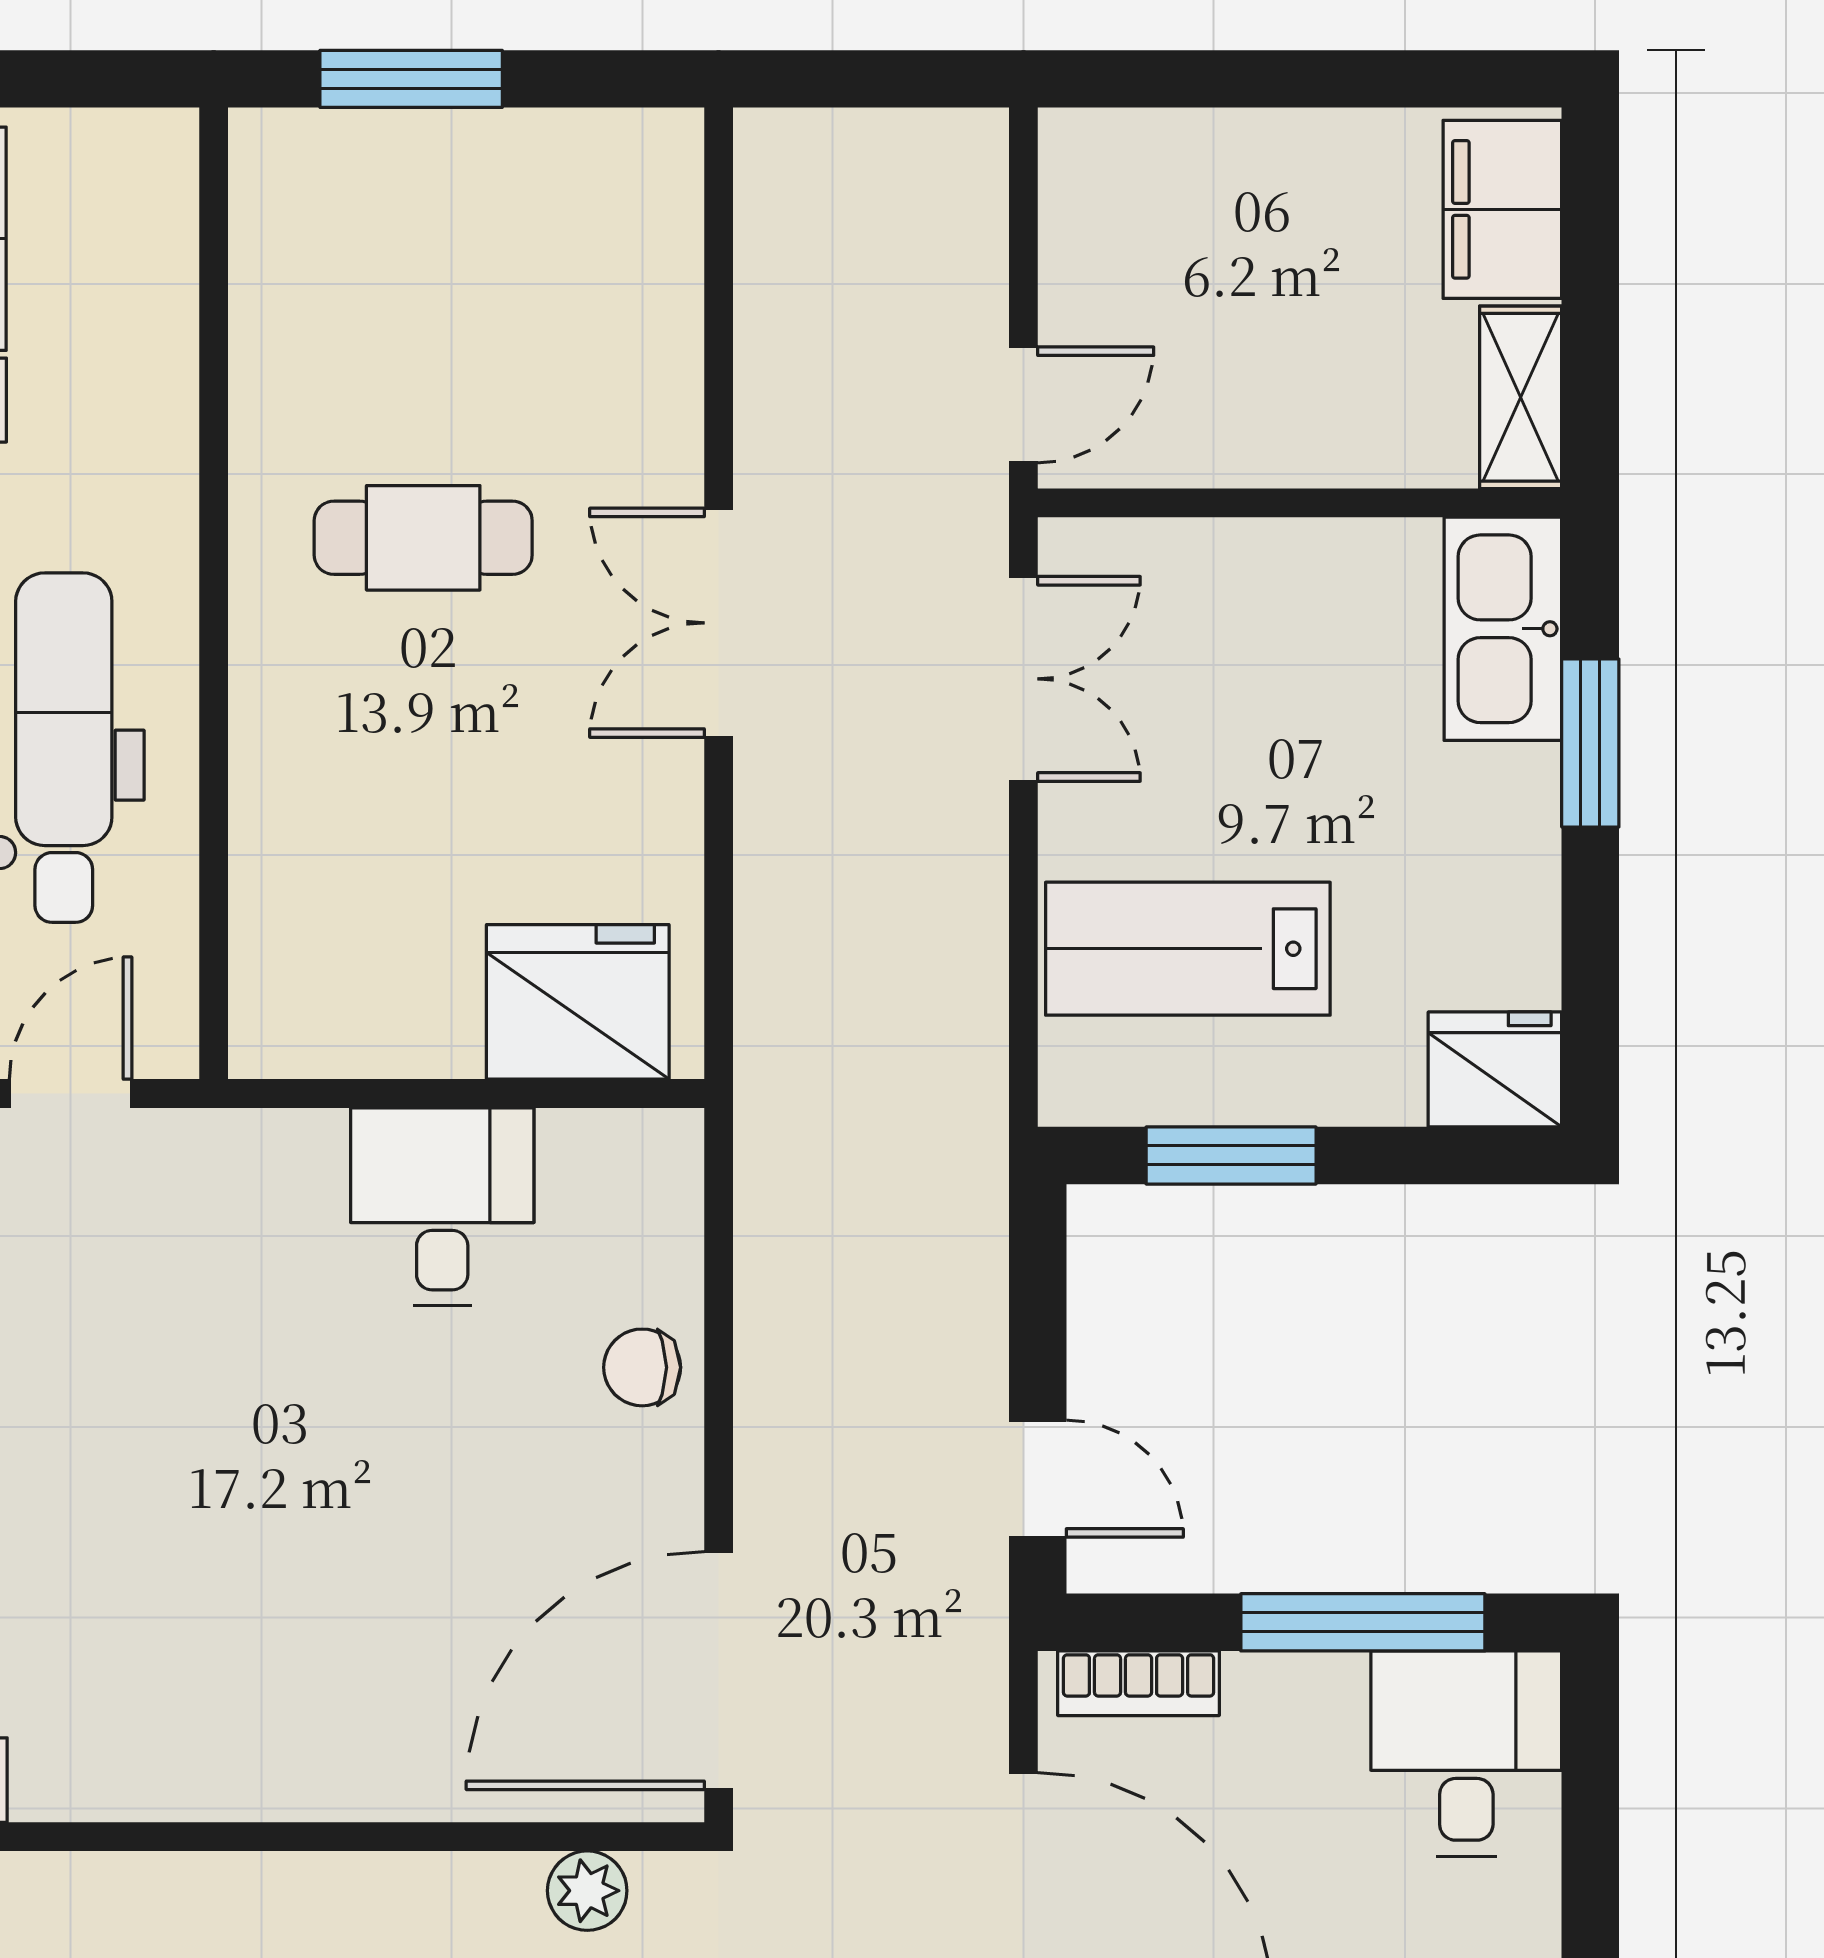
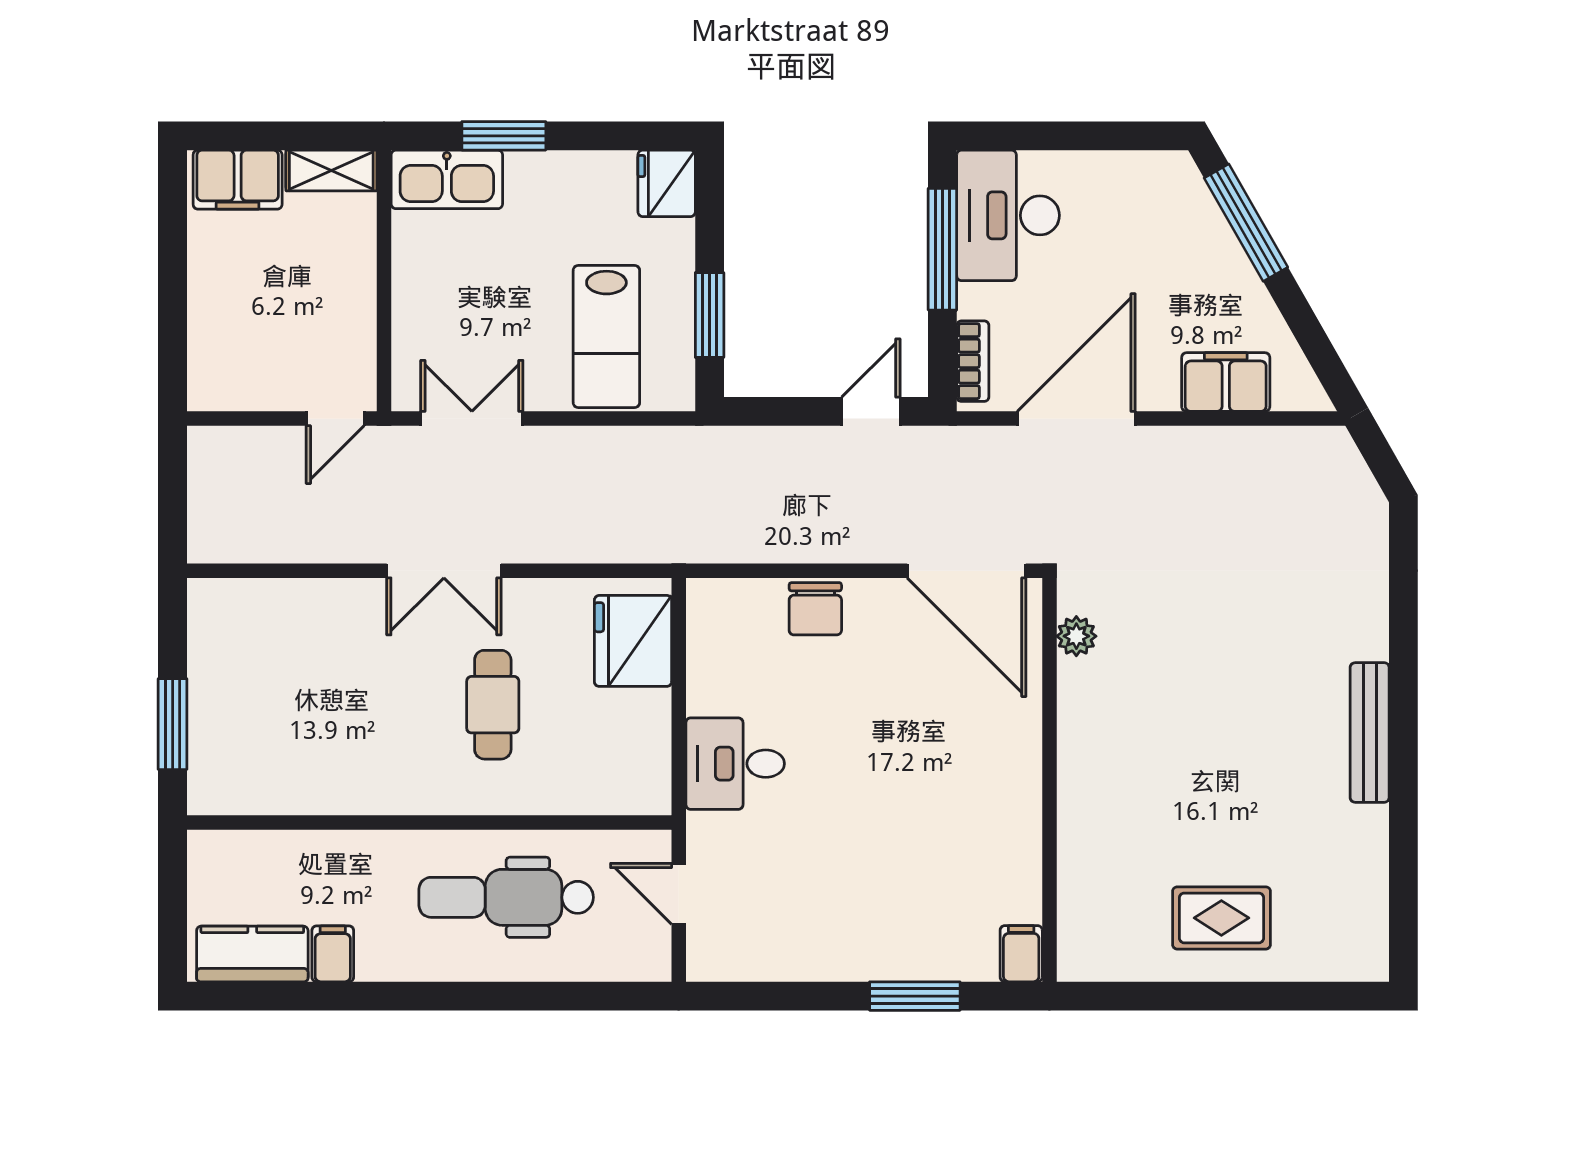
door: (1023, 405) -> (335, 419), swing flipped
cafe table: (423, 538) -> (493, 705), moved
desk: (442, 1207) -> (735, 764), moved
chair: (642, 1367) -> (815, 609), width x1.37, depth x1.37
desk: (1466, 1754) -> (1008, 215), width x1.37

